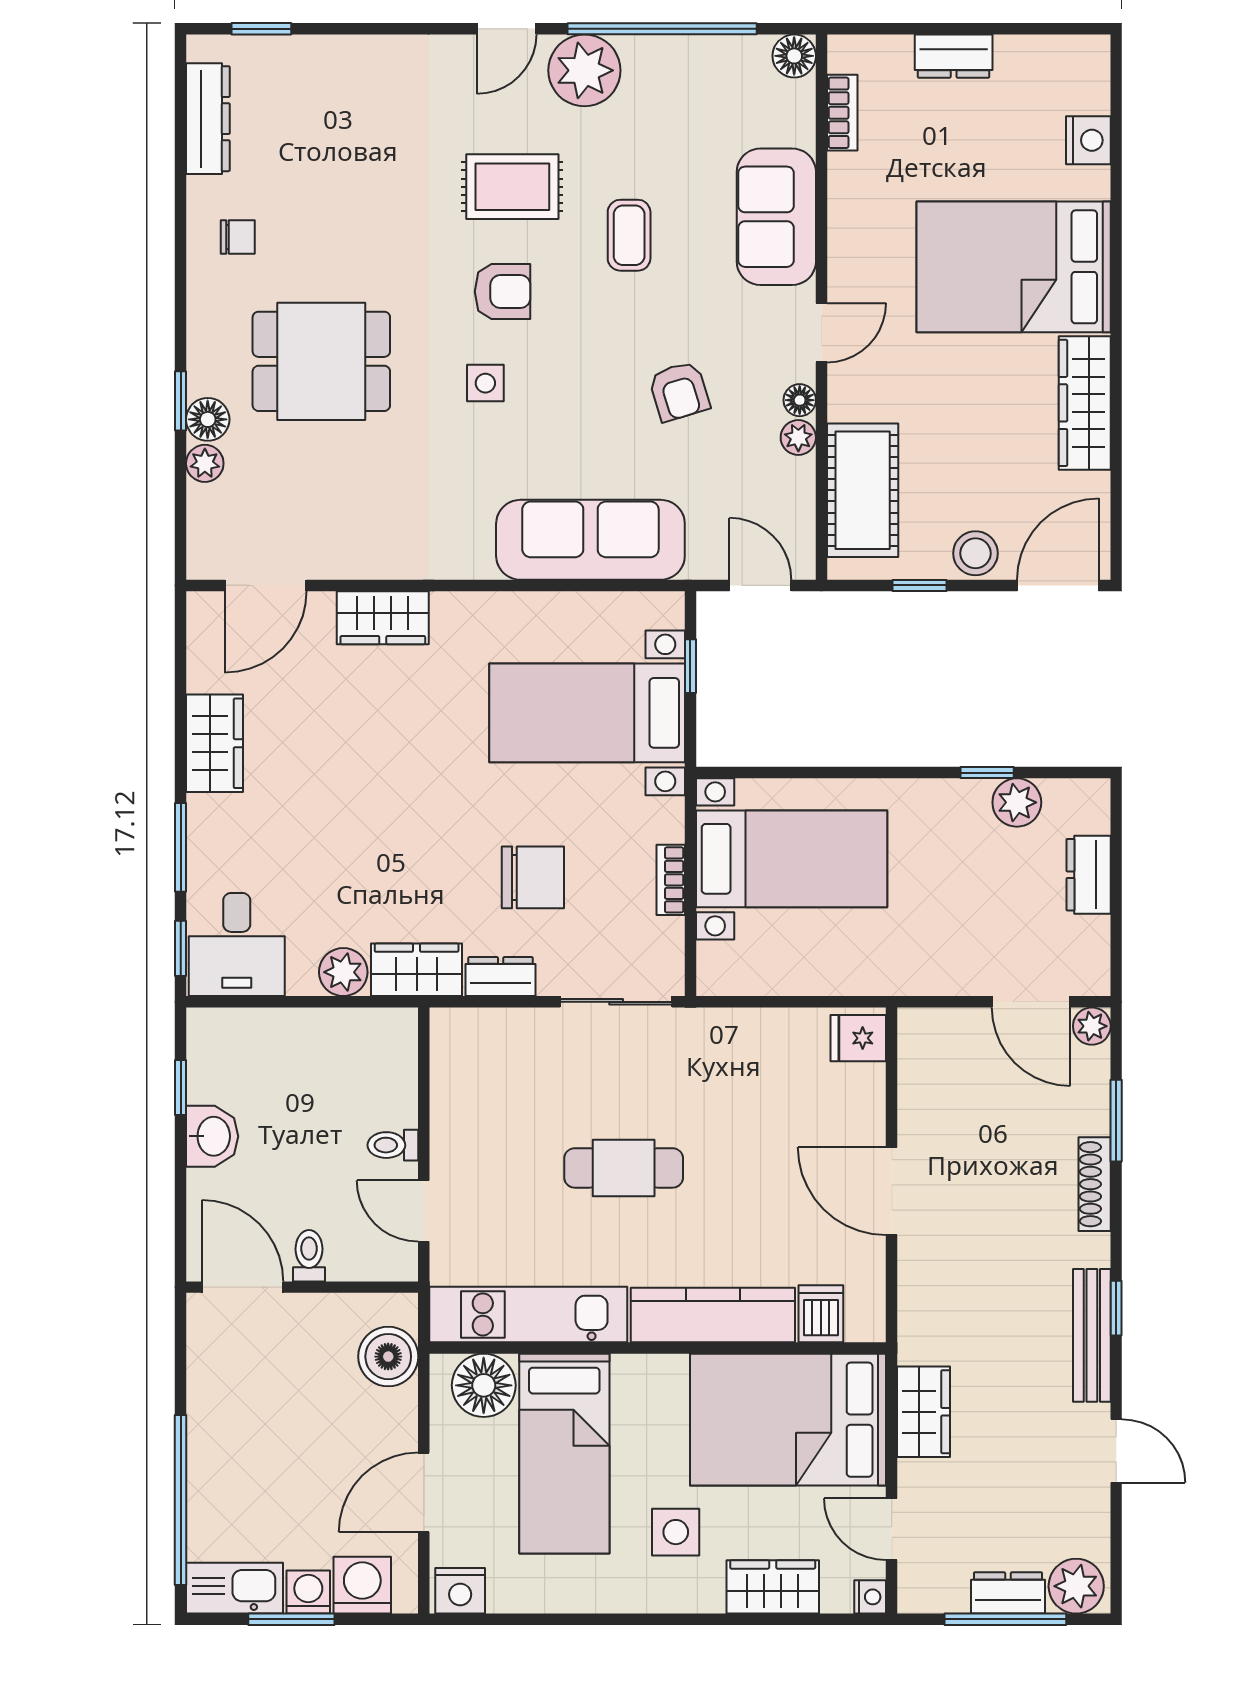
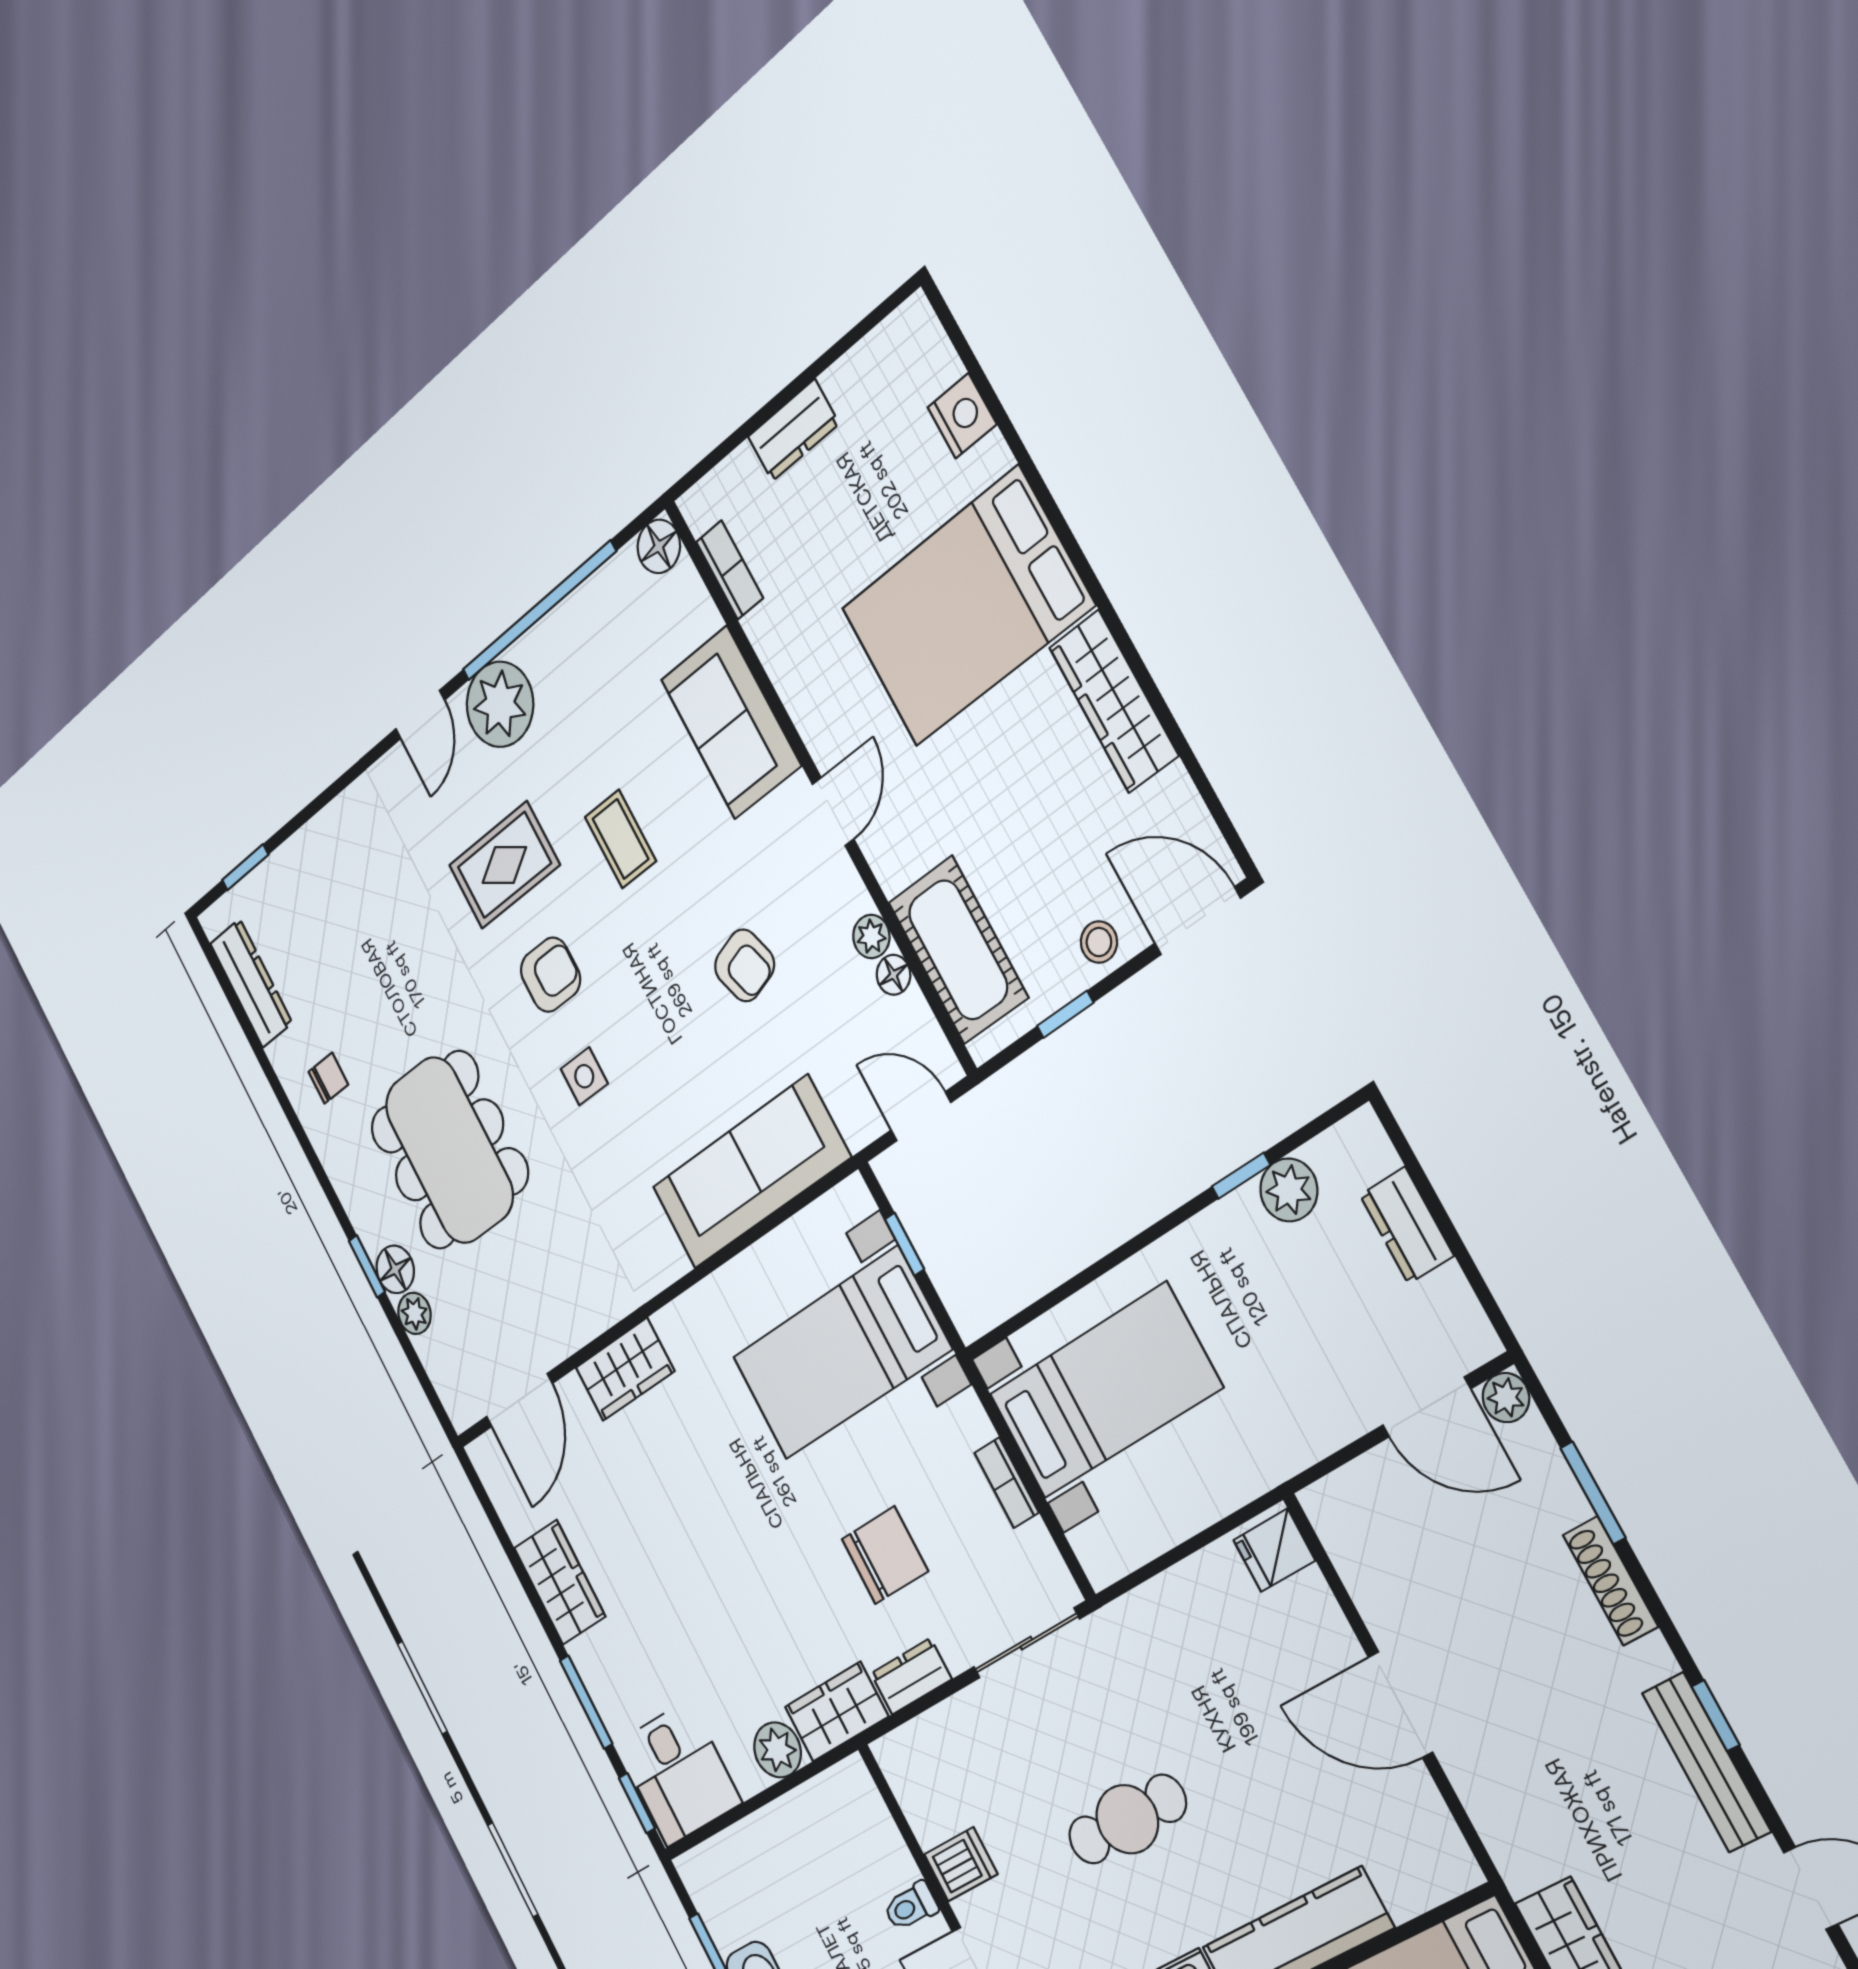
dining table: (321, 361) -> (449, 1150), width x1.38
floor lamp: (800, 400) -> (893, 975), moved
stool: (975, 553) -> (1099, 942), width x0.73, depth x0.73
door: (1058, 585) -> (1198, 921), hinge flipped
dishwasher: (821, 1314) -> (961, 1864), moved, turned 90

